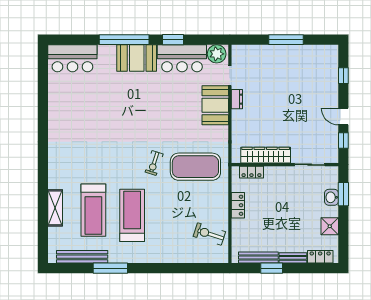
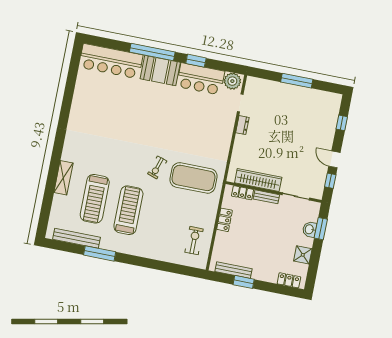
bar counter: (72, 58) -> (111, 61), width x1.36
booth: (215, 105) -> (222, 127), removed
shelving: (55, 208) -> (63, 178), moved
exercise bike: (209, 234) -> (194, 241), turned 72
bench: (293, 258) -> (266, 197), moved

